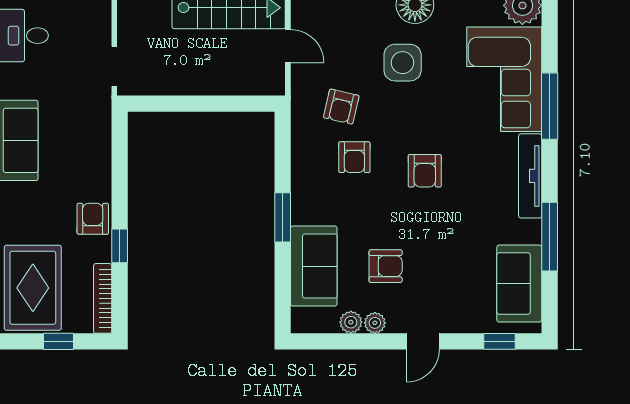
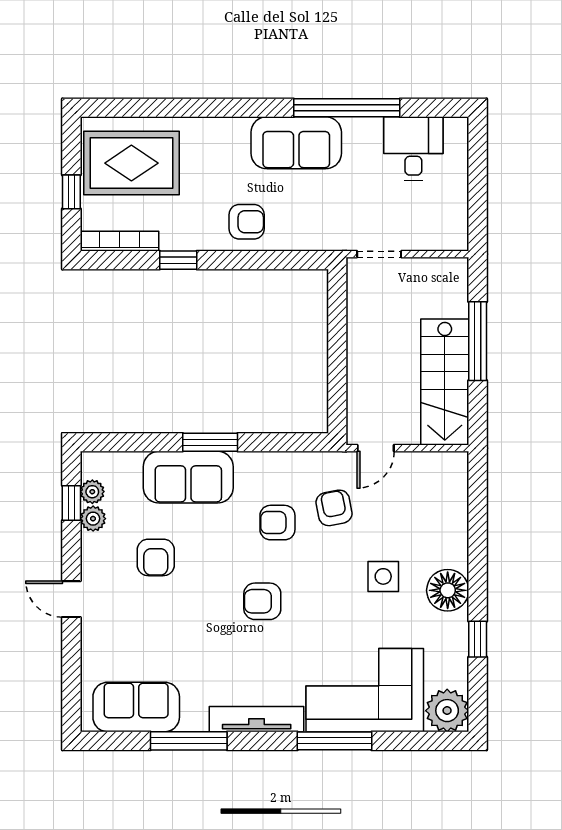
door: (288, 46) -> (376, 448), moved
side table: (403, 63) -> (383, 576), width x0.73, depth x0.73
armchair: (341, 107) -> (334, 508), turned 66
armchair: (93, 219) -> (247, 222), moved
sofa: (314, 266) -> (188, 477), moved
plant: (375, 323) -> (92, 492), moved
window: (500, 341) -> (71, 503), moved

